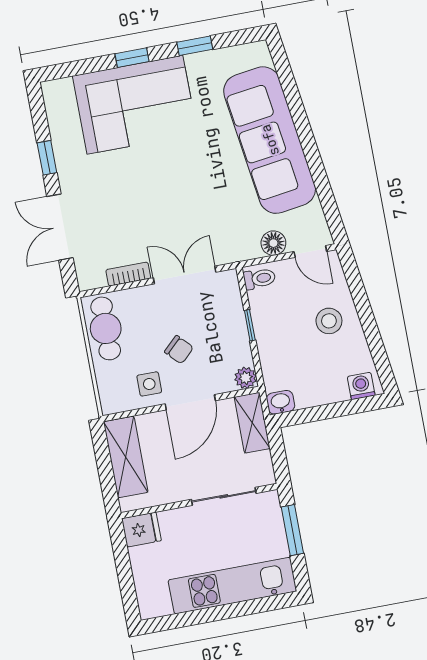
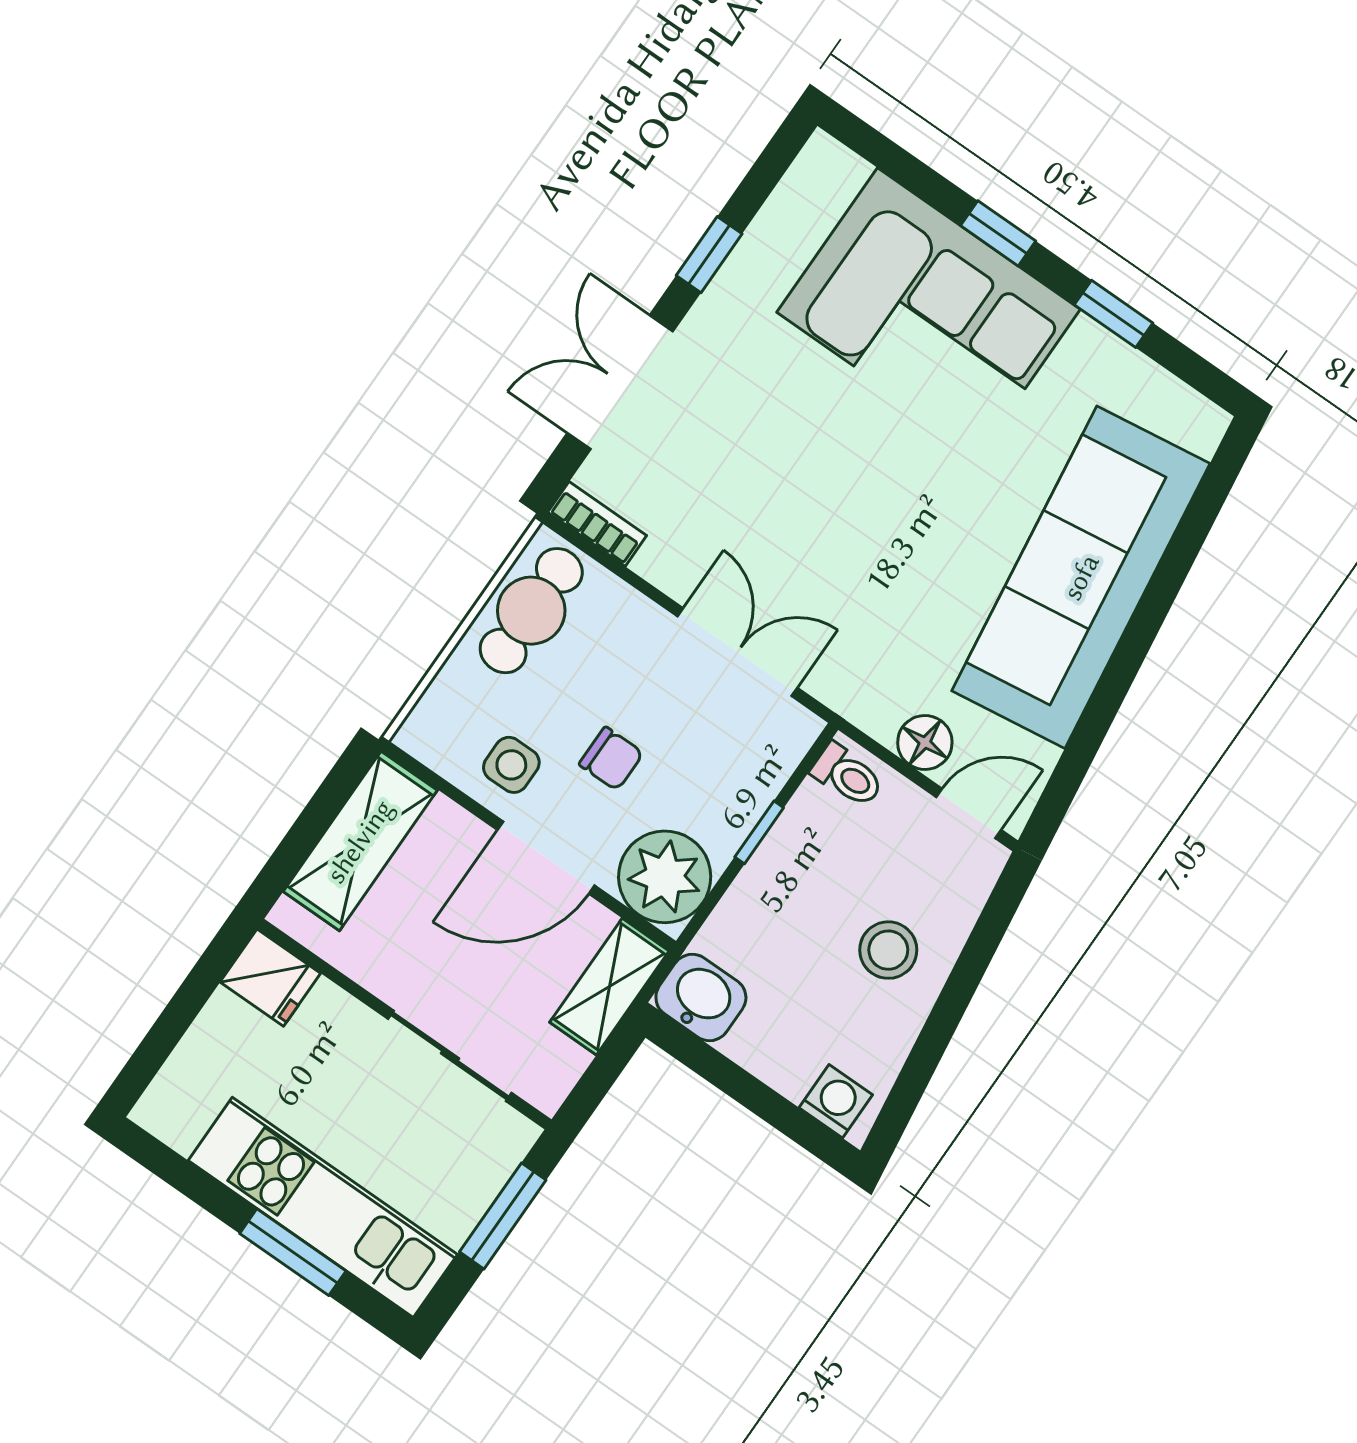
door: (310, 251) -> (969, 814), swing flipped
bookcase: (128, 274) -> (597, 524), moved
chair: (179, 350) -> (611, 759), turned -46
plant: (246, 378) -> (665, 877), width x1.88, depth x1.88
washbasin: (281, 402) -> (701, 997), width x1.38, depth x1.45
window: (237, 610) -> (293, 1252), added

